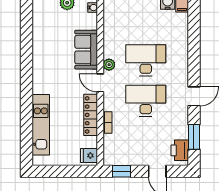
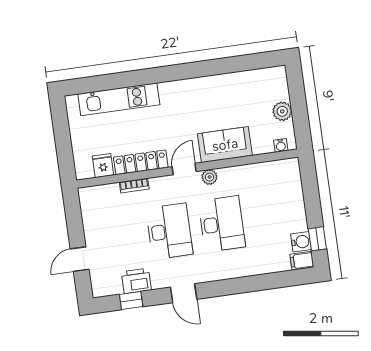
window: (194, 137) -> (131, 301), width x0.67
printer: (180, 150) -> (136, 281), moved
fridge: (89, 155) -> (103, 166), moved
window: (122, 171) -> (73, 213), removed

